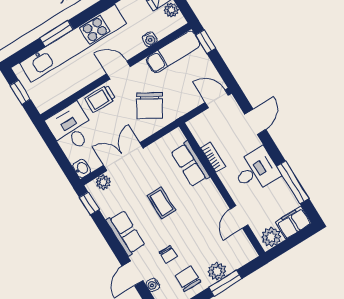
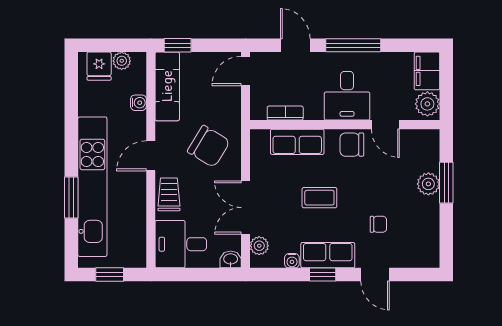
trolley: (100, 99) -> (169, 194), turned 180
bookcase: (213, 157) -> (285, 113), moved
desk: (256, 170) -> (347, 96), moved, turned 180
window: (293, 182) -> (353, 45), moved
window: (89, 204) -> (323, 275), moved
chair: (188, 279) -> (352, 145), moved
water cooler: (153, 285) -> (292, 261), moved

